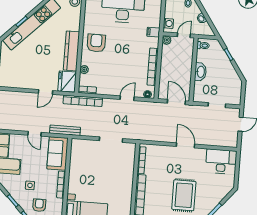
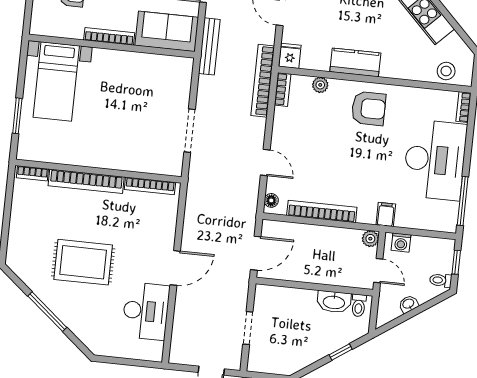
kitchen counter: (71, 51) -> (355, 62), width x0.67
washbasin: (200, 72) -> (334, 302), moved
fridge: (67, 81) -> (290, 56), width x0.53, depth x0.75
desk: (221, 162) -> (146, 311), moved

